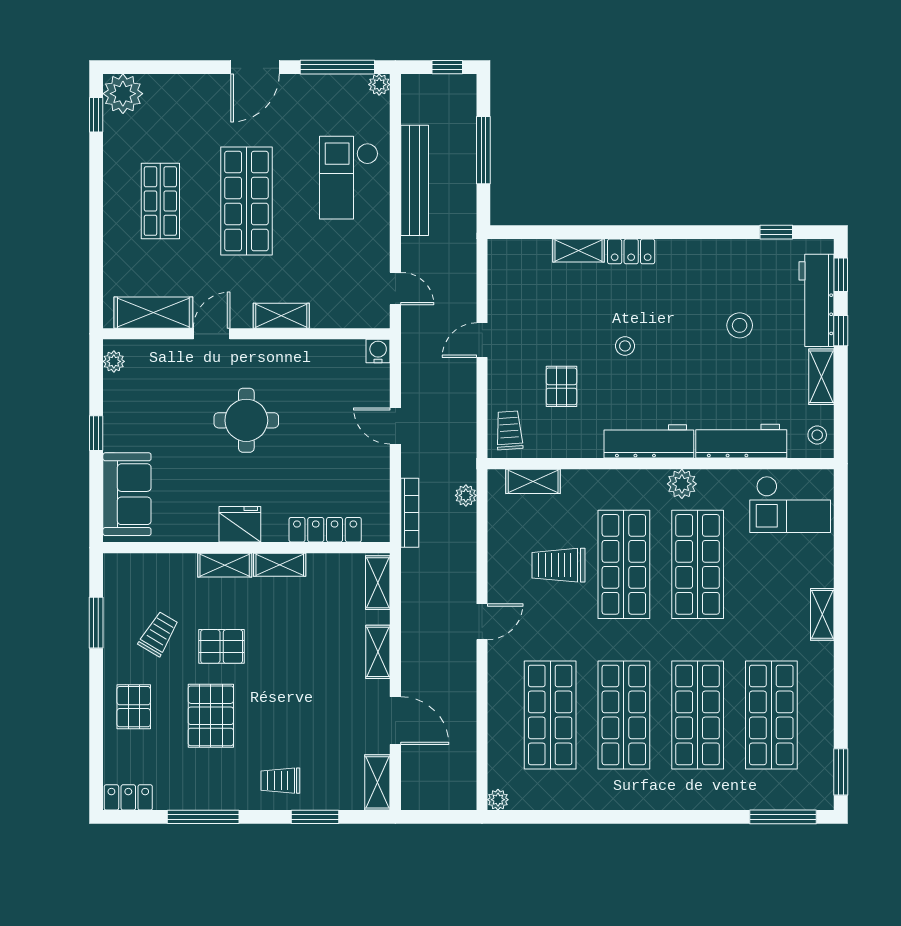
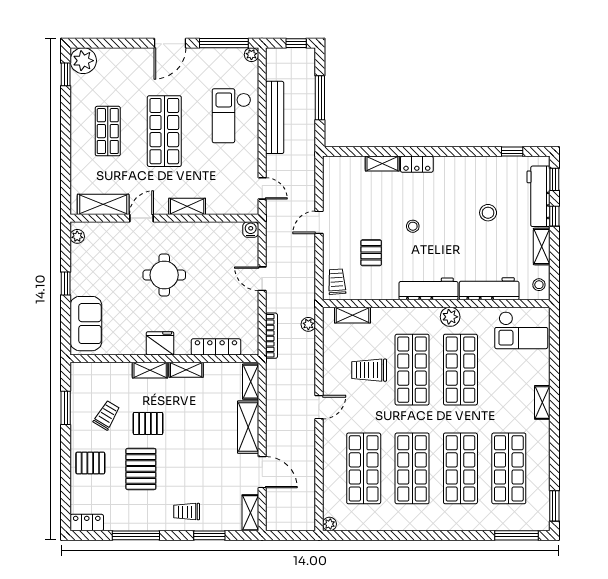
shelving: (378, 652) -> (248, 427), width x1.50, depth x1.33
pallet: (134, 707) -> (90, 463), turned 90

